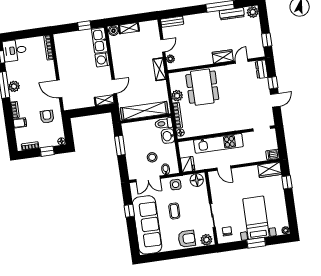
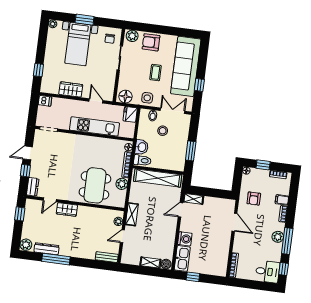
wardrobe: (270, 170) -> (71, 89), moved

